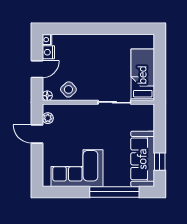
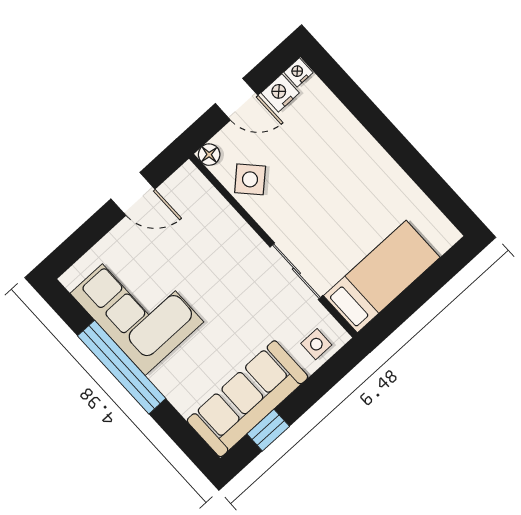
plant: (48, 118) -> (174, 188), removed
side table: (145, 118) -> (316, 344), added
door: (37, 134) -> (133, 194), swing flipped
window: (114, 192) -> (122, 367), moved

